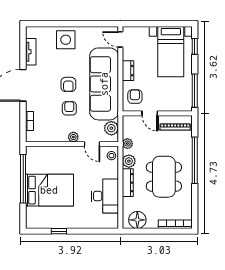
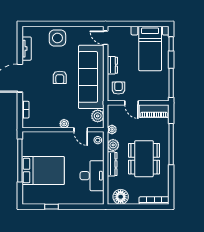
armchair: (69, 108) -> (61, 98), removed

